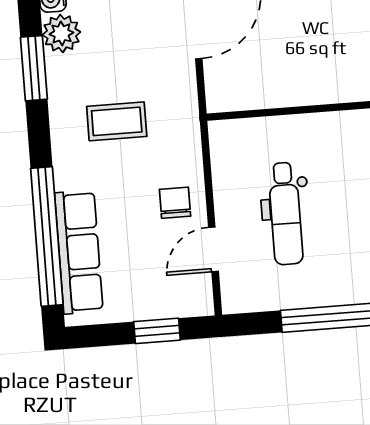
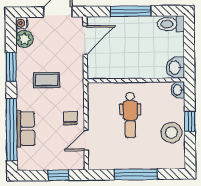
window: (34, 68) -> (11, 67), moved
dental chair: (286, 214) -> (130, 115), moved
row of seats: (79, 252) -> (26, 129), width x0.68

